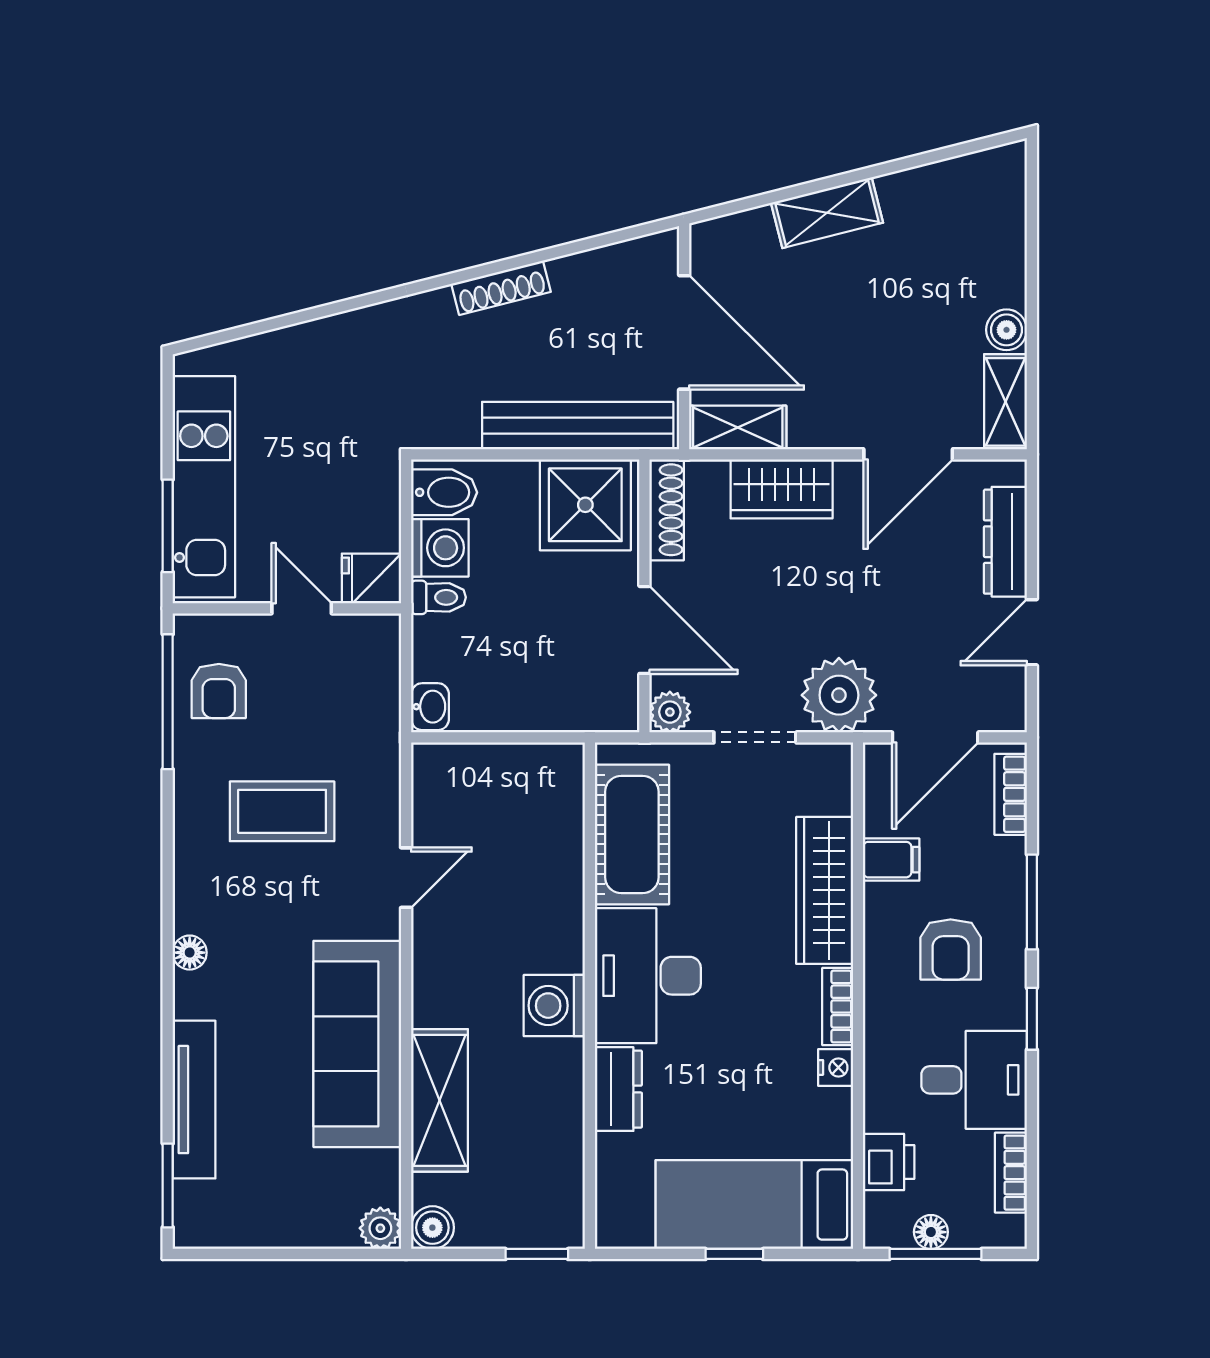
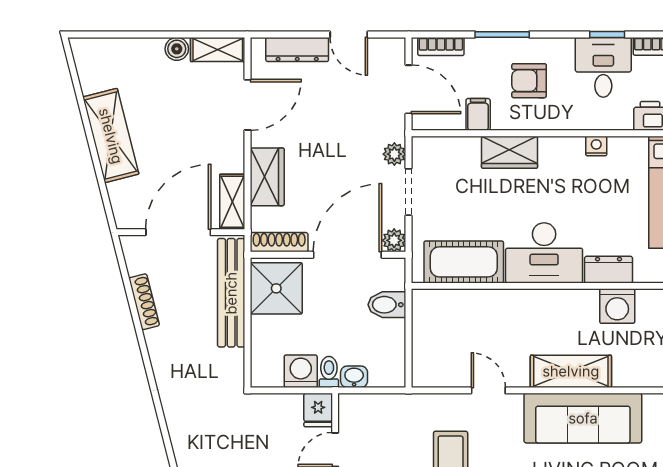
shelving: (827, 213) -> (111, 136), width x1.50, depth x1.33
shoe rack: (501, 288) -> (144, 302), moved
door: (908, 454) -> (248, 105), hinge flipped
bidet: (444, 492) -> (387, 305), moved, turned -90
door: (644, 630) -> (347, 255), width x1.36
plant: (839, 695) -> (394, 154), width x0.53, depth x0.53
washbasin: (430, 707) -> (354, 377), moved
wardrobe: (825, 890) -> (510, 152), width x0.67
armchair: (951, 949) -> (529, 81), turned 180
washing machine: (554, 1006) -> (617, 306), moved
bookcase: (838, 1007) -> (562, 145), removed
window: (1032, 1019) -> (607, 34), moved
shelving: (440, 1100) -> (571, 371), moved

